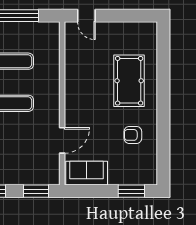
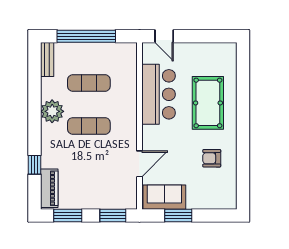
bar counter: (81, 72) -> (159, 94), added
window: (131, 191) -> (178, 216), moved

